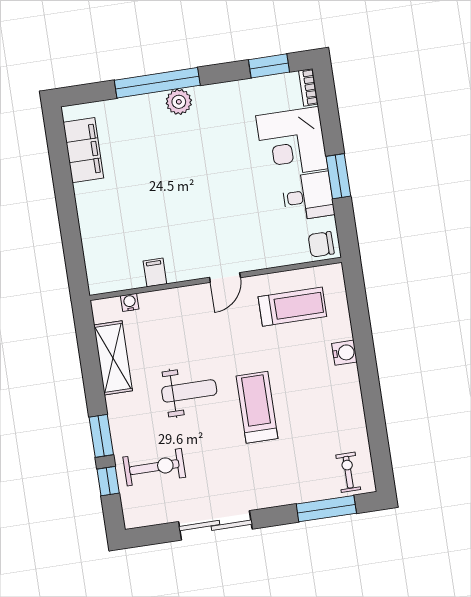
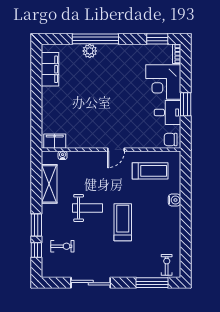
plant: (179, 102) -> (90, 51), moved
filing cabinet: (155, 272) -> (55, 141), moved, width x2.00
exercise bike: (154, 467) -> (62, 246), width x0.73, depth x0.72

